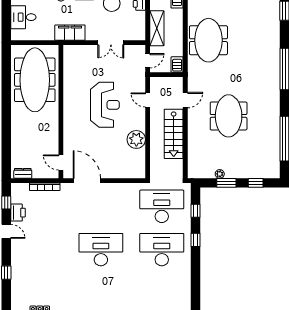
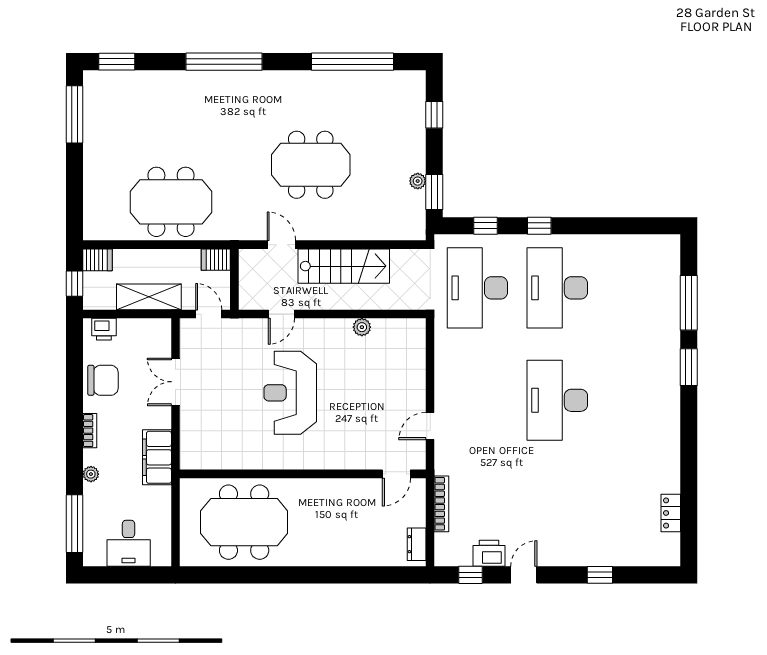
double door: (111, 43) -> (175, 382), swing flipped
meeting table: (35, 80) -> (244, 522), width x0.73
reception desk: (105, 105) -> (290, 393), turned -90
plant: (136, 139) -> (362, 327), width x0.53, depth x0.53
door: (87, 181) -> (430, 426), width x0.53
window: (226, 183) -> (434, 192), moved

